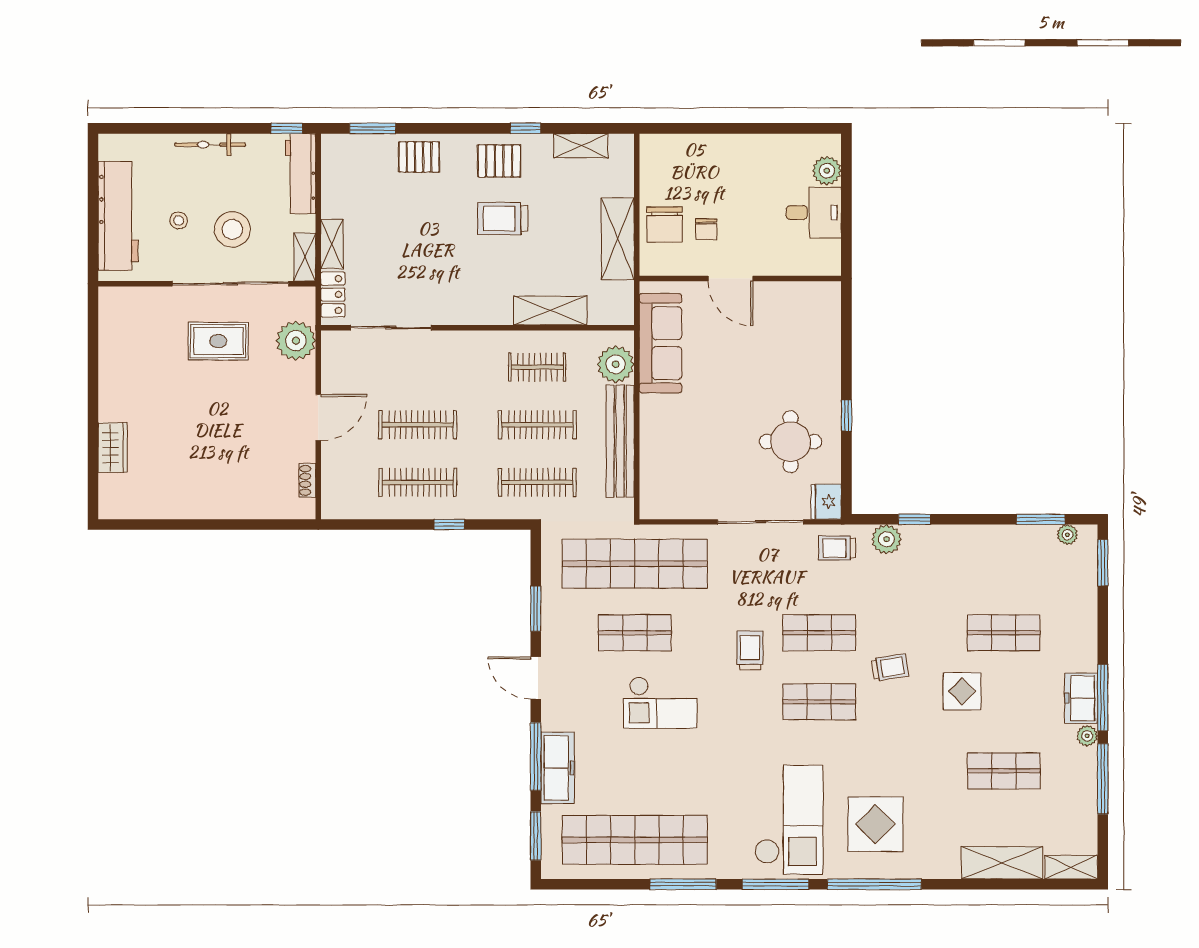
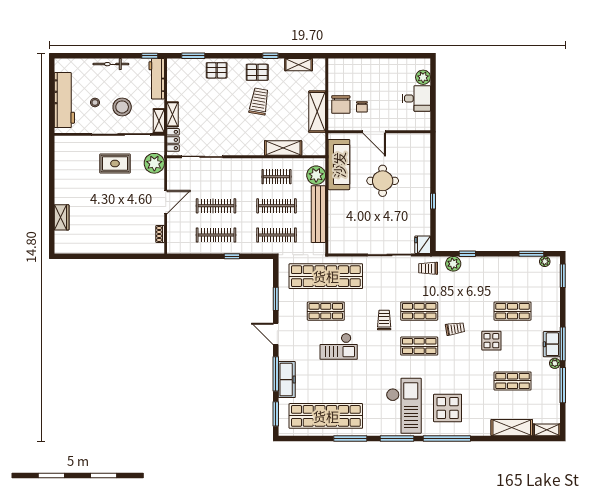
trolley: (503, 219) -> (259, 101), turned 100
round table: (791, 442) -> (383, 181), moved

